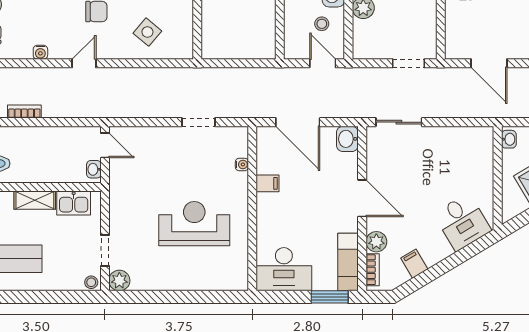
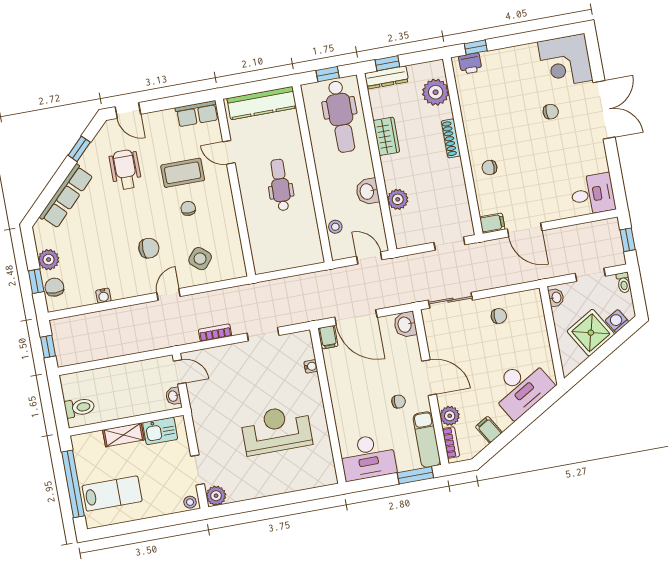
stool: (322, 24) -> (335, 227), moved
filing cabinet: (457, 50) -> (492, 223), added
door: (84, 63) -> (169, 295), moved
bookcase: (24, 112) -> (215, 333), moved
chair: (446, 148) -> (499, 316), added
filing cabinet: (267, 183) -> (328, 337), moved, turned 90
chair: (326, 217) -> (399, 402), added
desk: (462, 222) -> (521, 388), width x1.37

